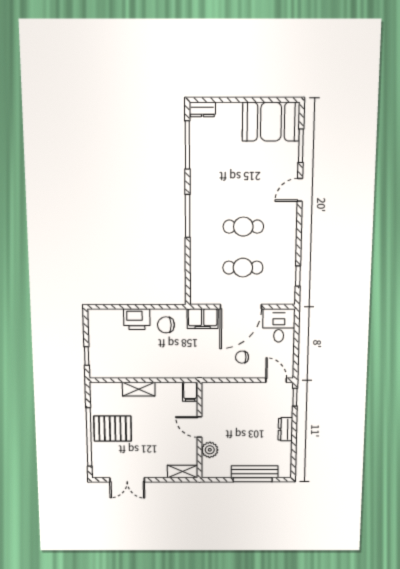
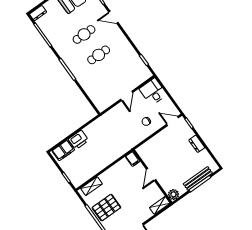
door: (300, 190) -> (113, 17), hinge flipped
cafe table: (243, 268) -> (84, 34), moved
door: (241, 307) -> (127, 96), width x0.53
filing cabinet: (203, 319) -> (63, 150), moved
chair: (166, 325) -> (95, 132), removed
shelving: (139, 389) -> (91, 186), moved
door: (199, 427) -> (151, 174), hinge flipped
plant: (210, 450) -> (173, 194), moved

